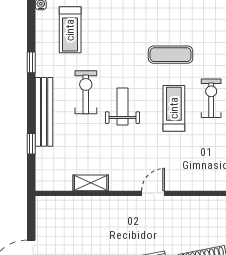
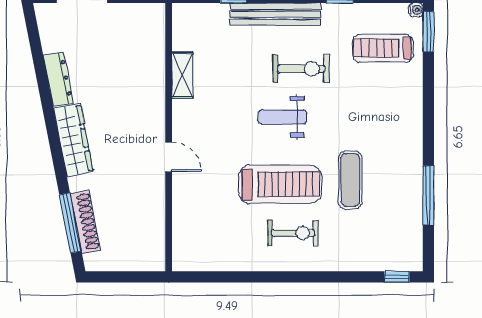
weight bench: (123, 106) -> (282, 117), turned 180
treadmill: (174, 108) -> (280, 184), width x1.37, depth x1.38

